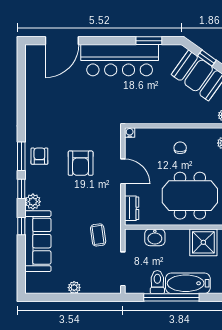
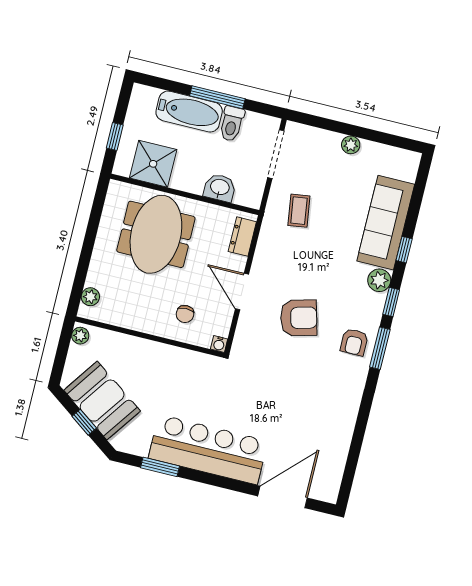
chair: (180, 148) -> (185, 314), moved
armchair: (81, 163) -> (299, 318), turned 75
meeting table: (190, 196) -> (156, 234), turned 90
window: (171, 297) -> (217, 97), width x0.68

